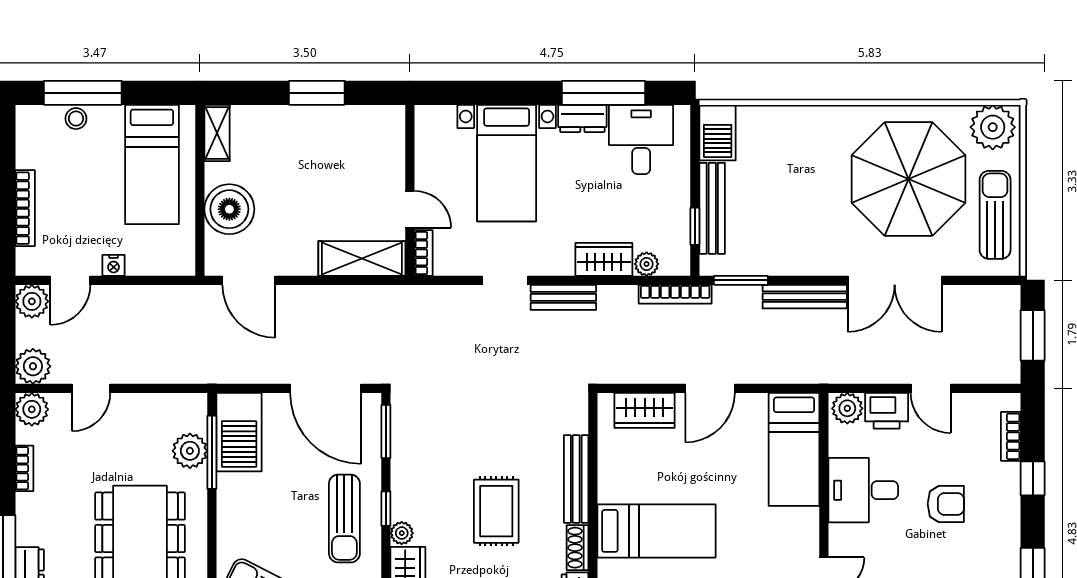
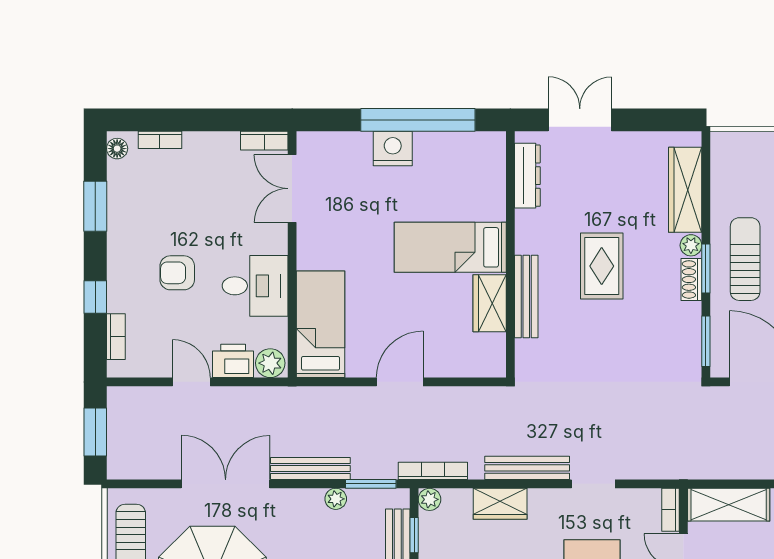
plant: (647, 264) -> (430, 499), moved
plant: (778, 265) -> (336, 499), added
bench: (563, 297) -> (527, 468), width x1.36
wardrobe: (645, 410) -> (490, 303), moved, turned -90
window: (386, 509) -> (706, 268), width x1.50
shoe rack: (578, 548) -> (691, 279), moved, turned 180

